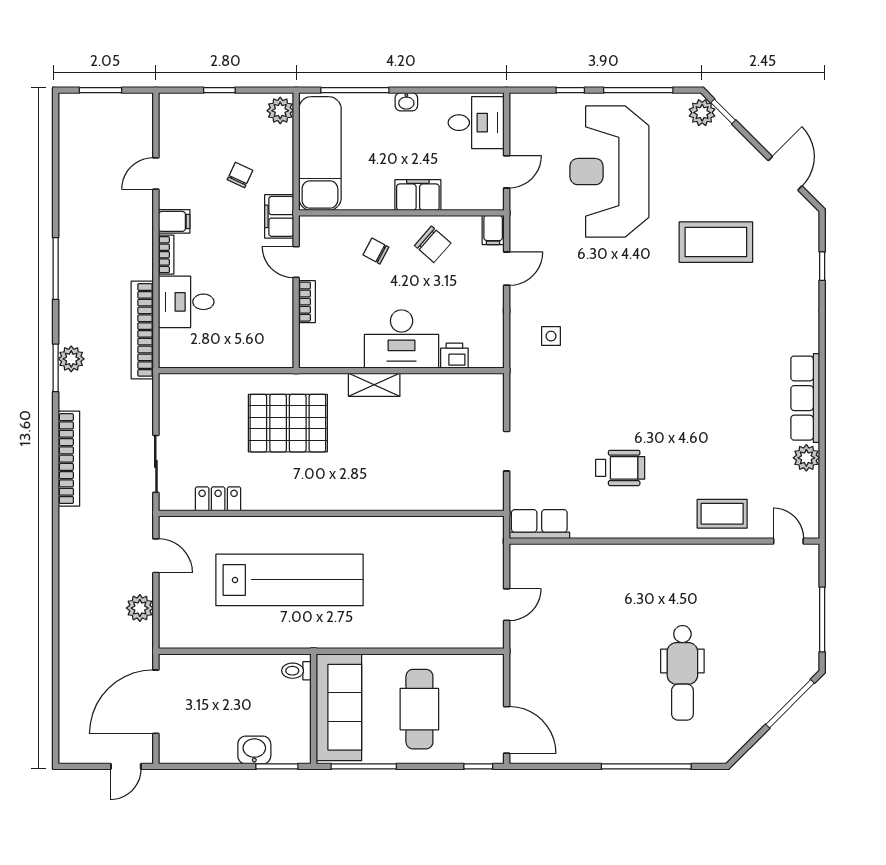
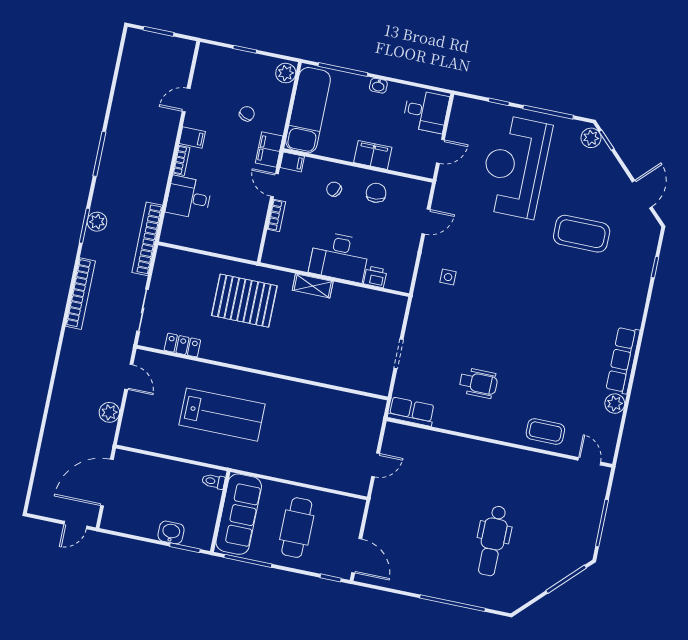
filing cabinet: (493, 230) -> (292, 162), moved, turned -90
chair: (433, 244) -> (376, 193), turned -139
bookcase: (142, 330) -> (147, 239), moved
lab bench: (290, 580) -> (222, 415), width x0.73

